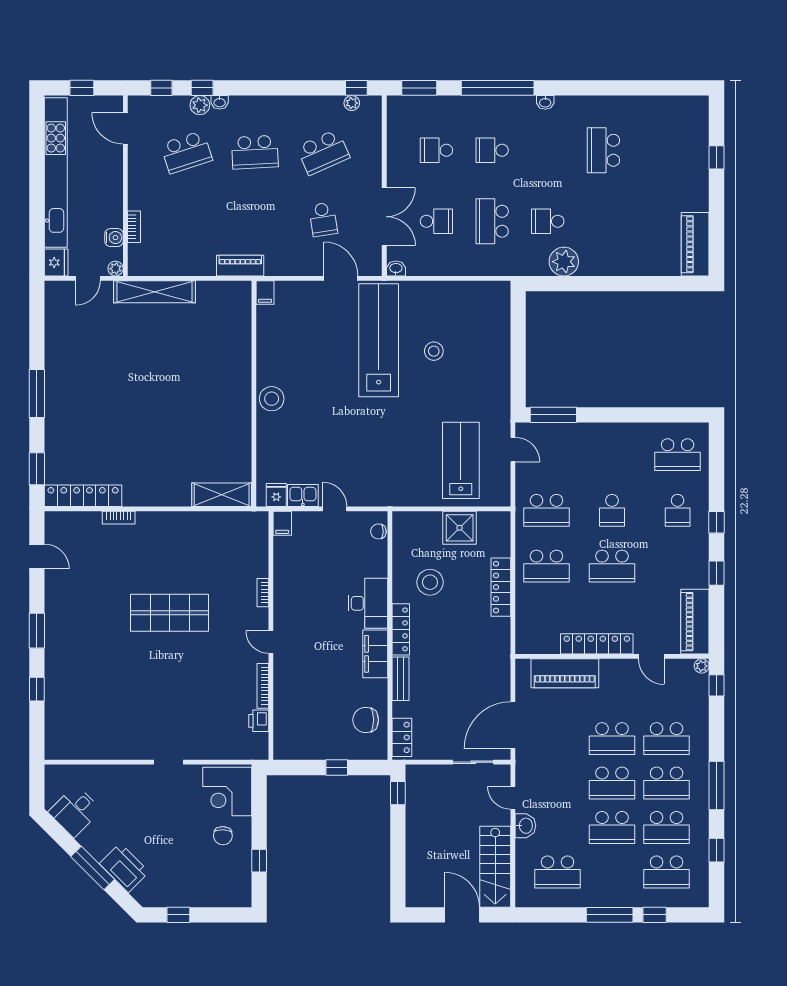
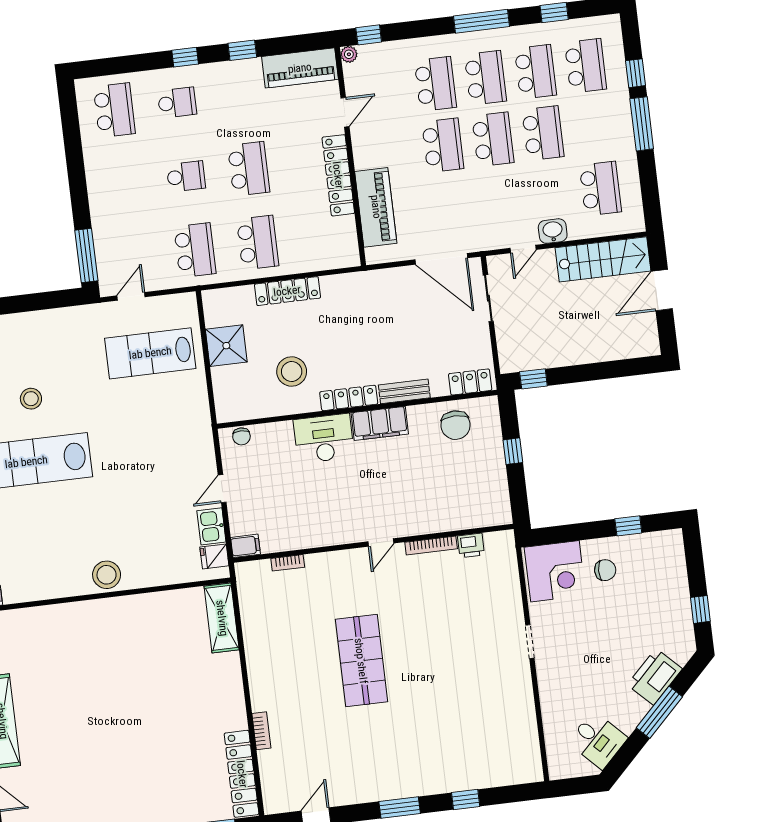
bookcase: (263, 593) -> (288, 563), moved

